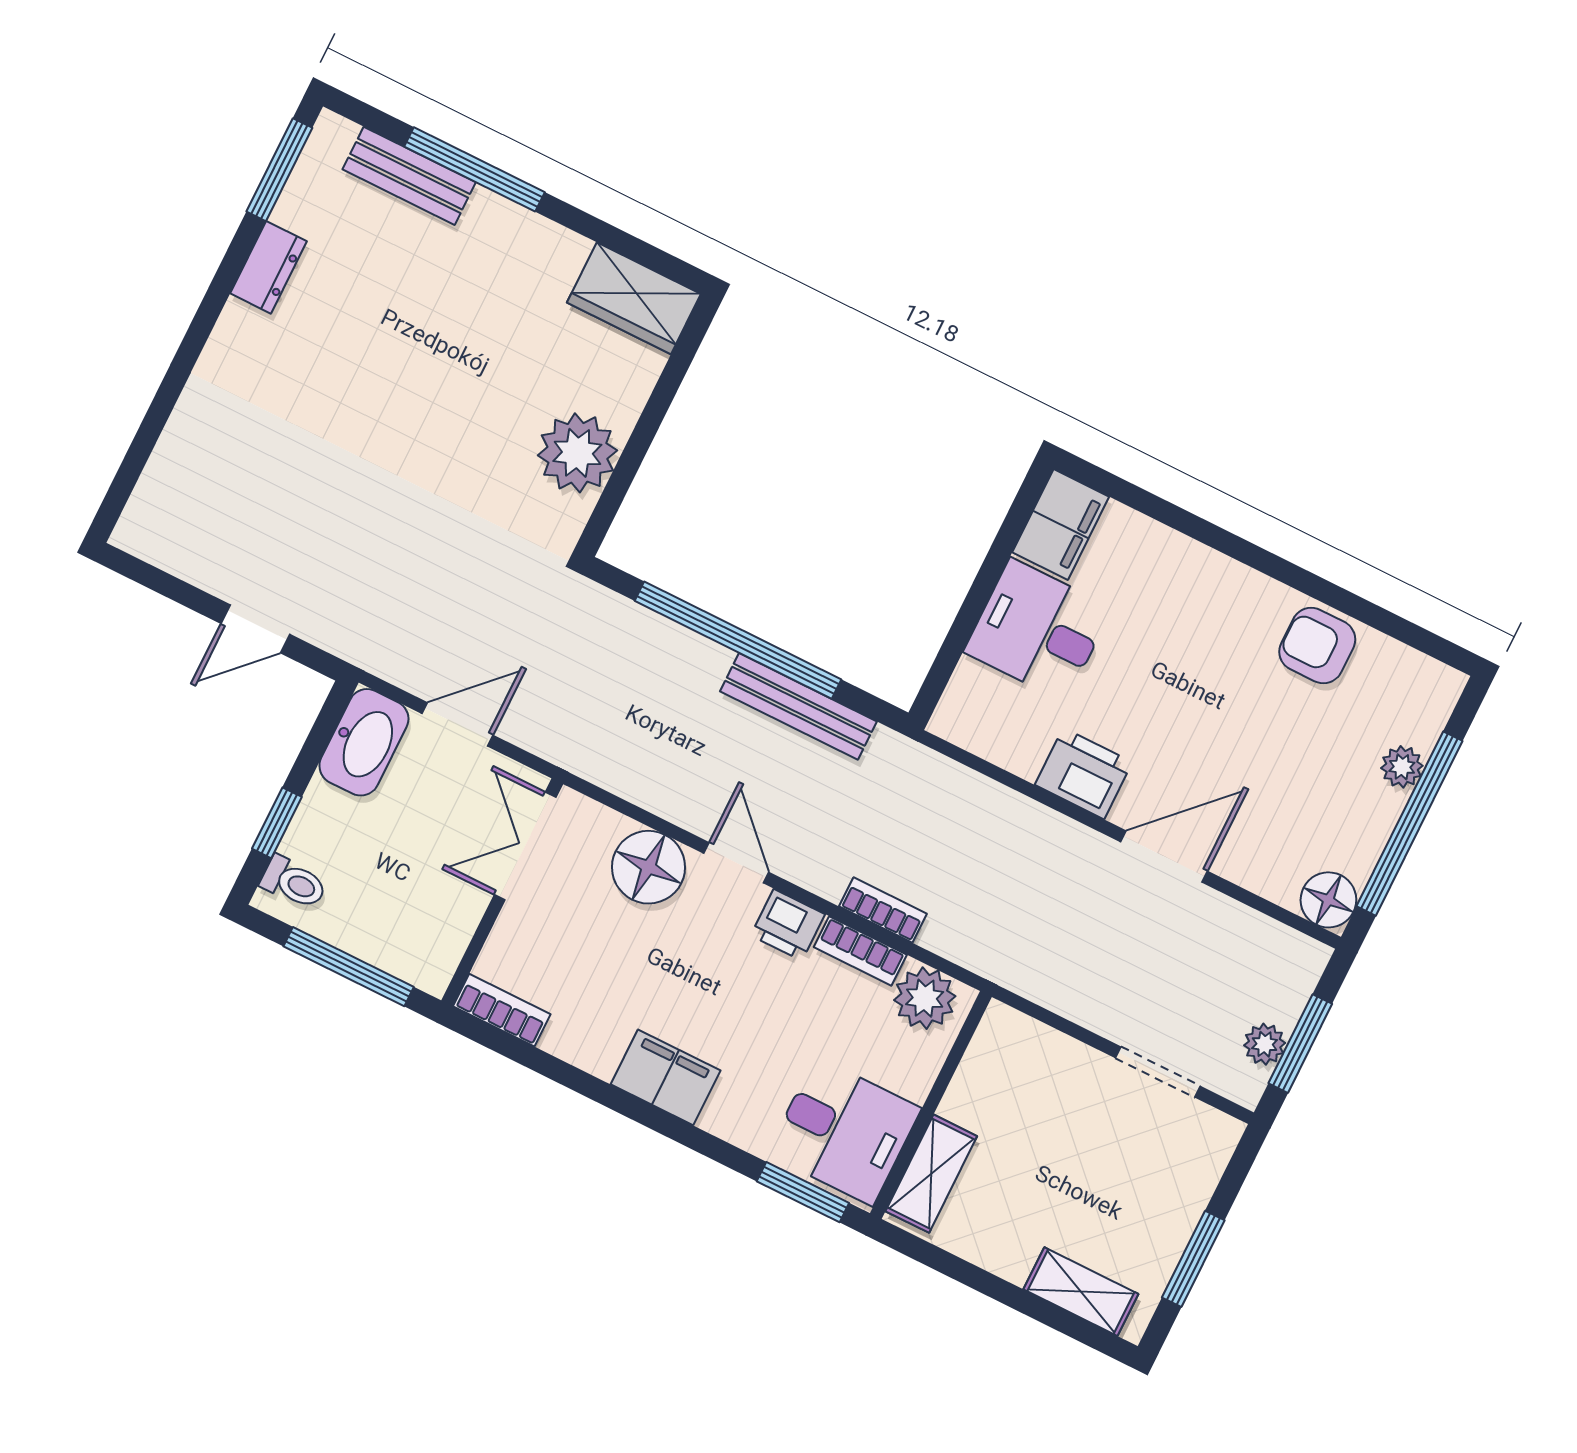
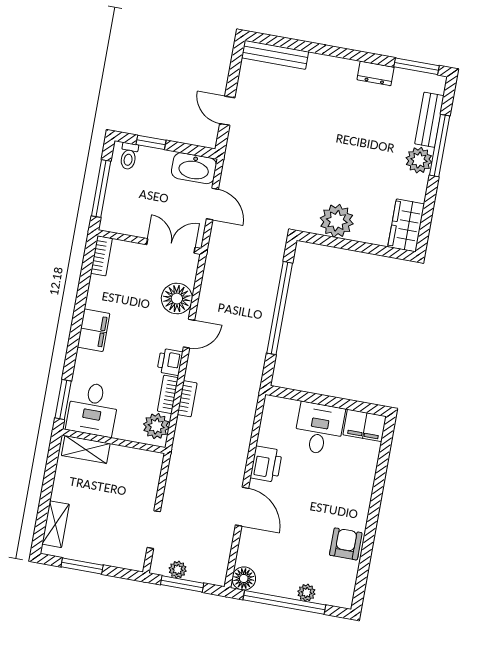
plant: (494, 226) -> (419, 160), added
bench: (798, 706) -> (275, 55), moved, turned 90

